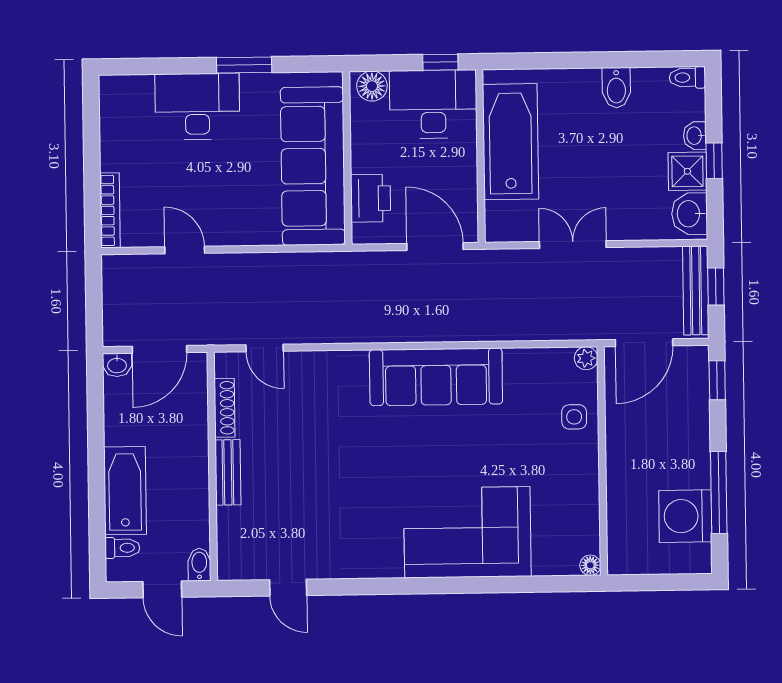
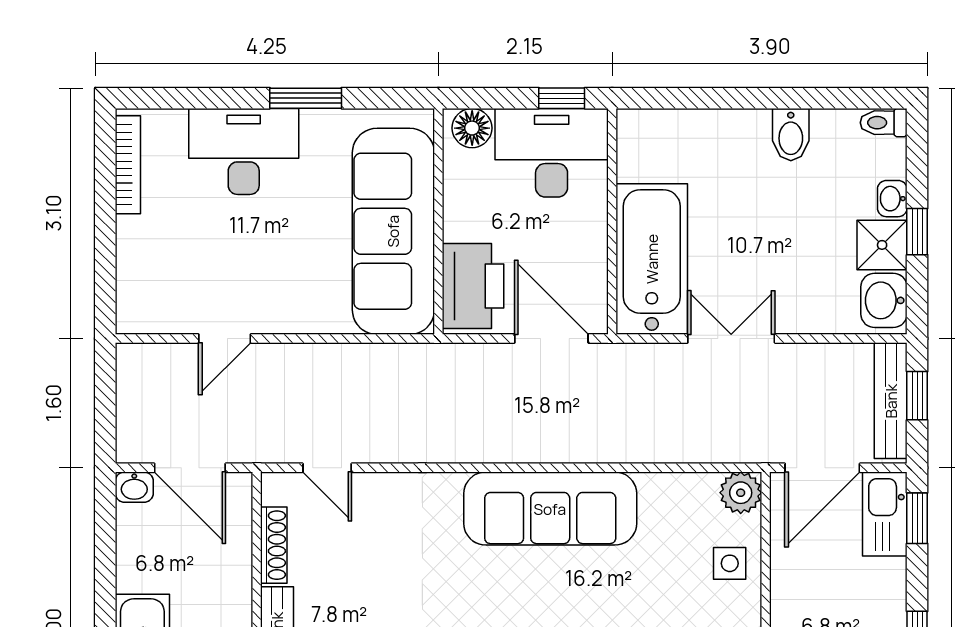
bathtub: (511, 142) -> (652, 259), moved
printer: (371, 198) -> (473, 286), width x1.37, depth x1.19
bookcase: (110, 210) -> (128, 165), moved
door: (185, 250) -> (225, 339), swing flipped
door: (159, 349) -> (190, 468), hinge flipped
plant: (586, 358) -> (741, 493), width x1.38, depth x1.38
kitchen sink: (692, 377) -> (885, 514), added

